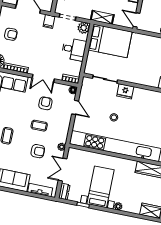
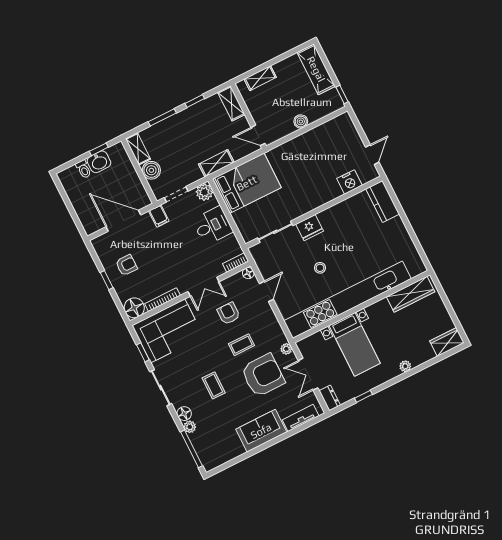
door: (75, 107) -> (266, 291), hinge flipped
armchair: (38, 151) -> (263, 375), width x1.88, depth x1.88
bed with nightstands: (100, 187) -> (355, 344), moved, turned 180

